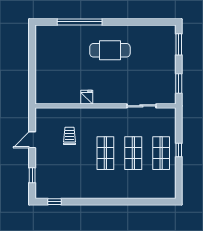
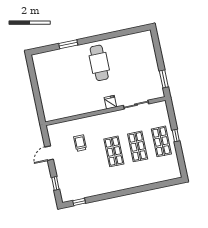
window: (80, 22) -> (68, 44), width x0.47
window: (179, 44) -> (157, 46), removed
cafe table: (110, 50) -> (99, 63), turned 90
fridge: (87, 97) -> (110, 102), moved

